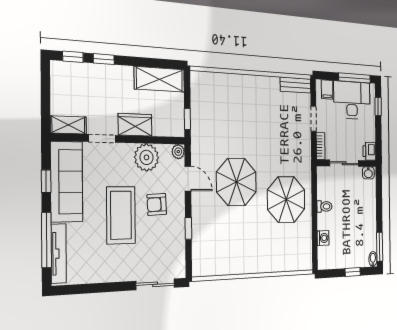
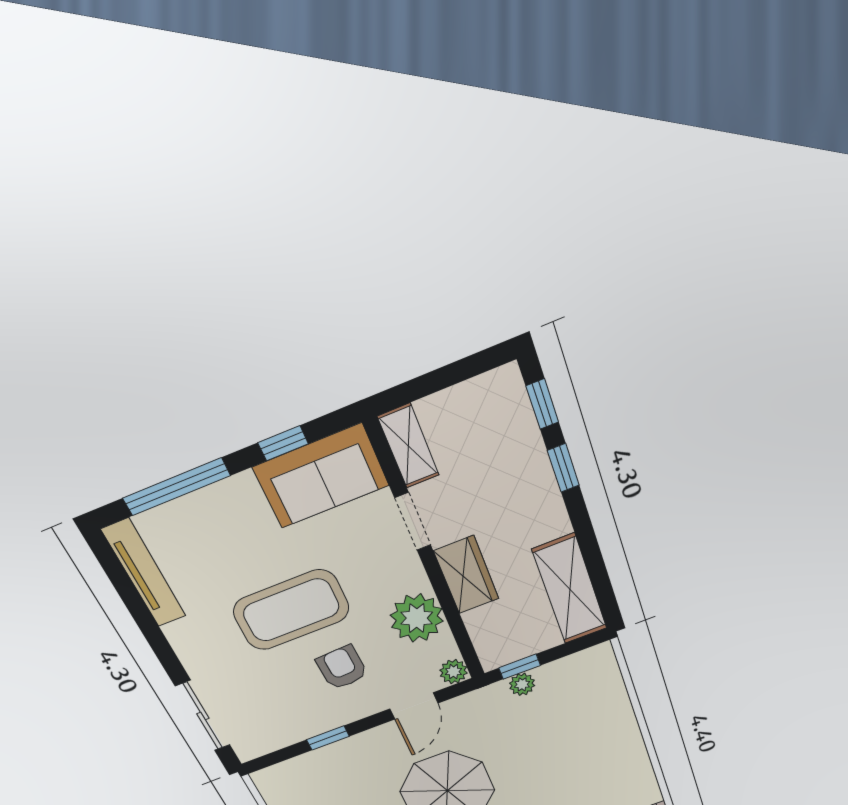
plant: (196, 121) -> (522, 684), added
sofa: (67, 182) -> (321, 476), width x0.73
tv unit: (59, 254) -> (144, 573), moved, turned -90

